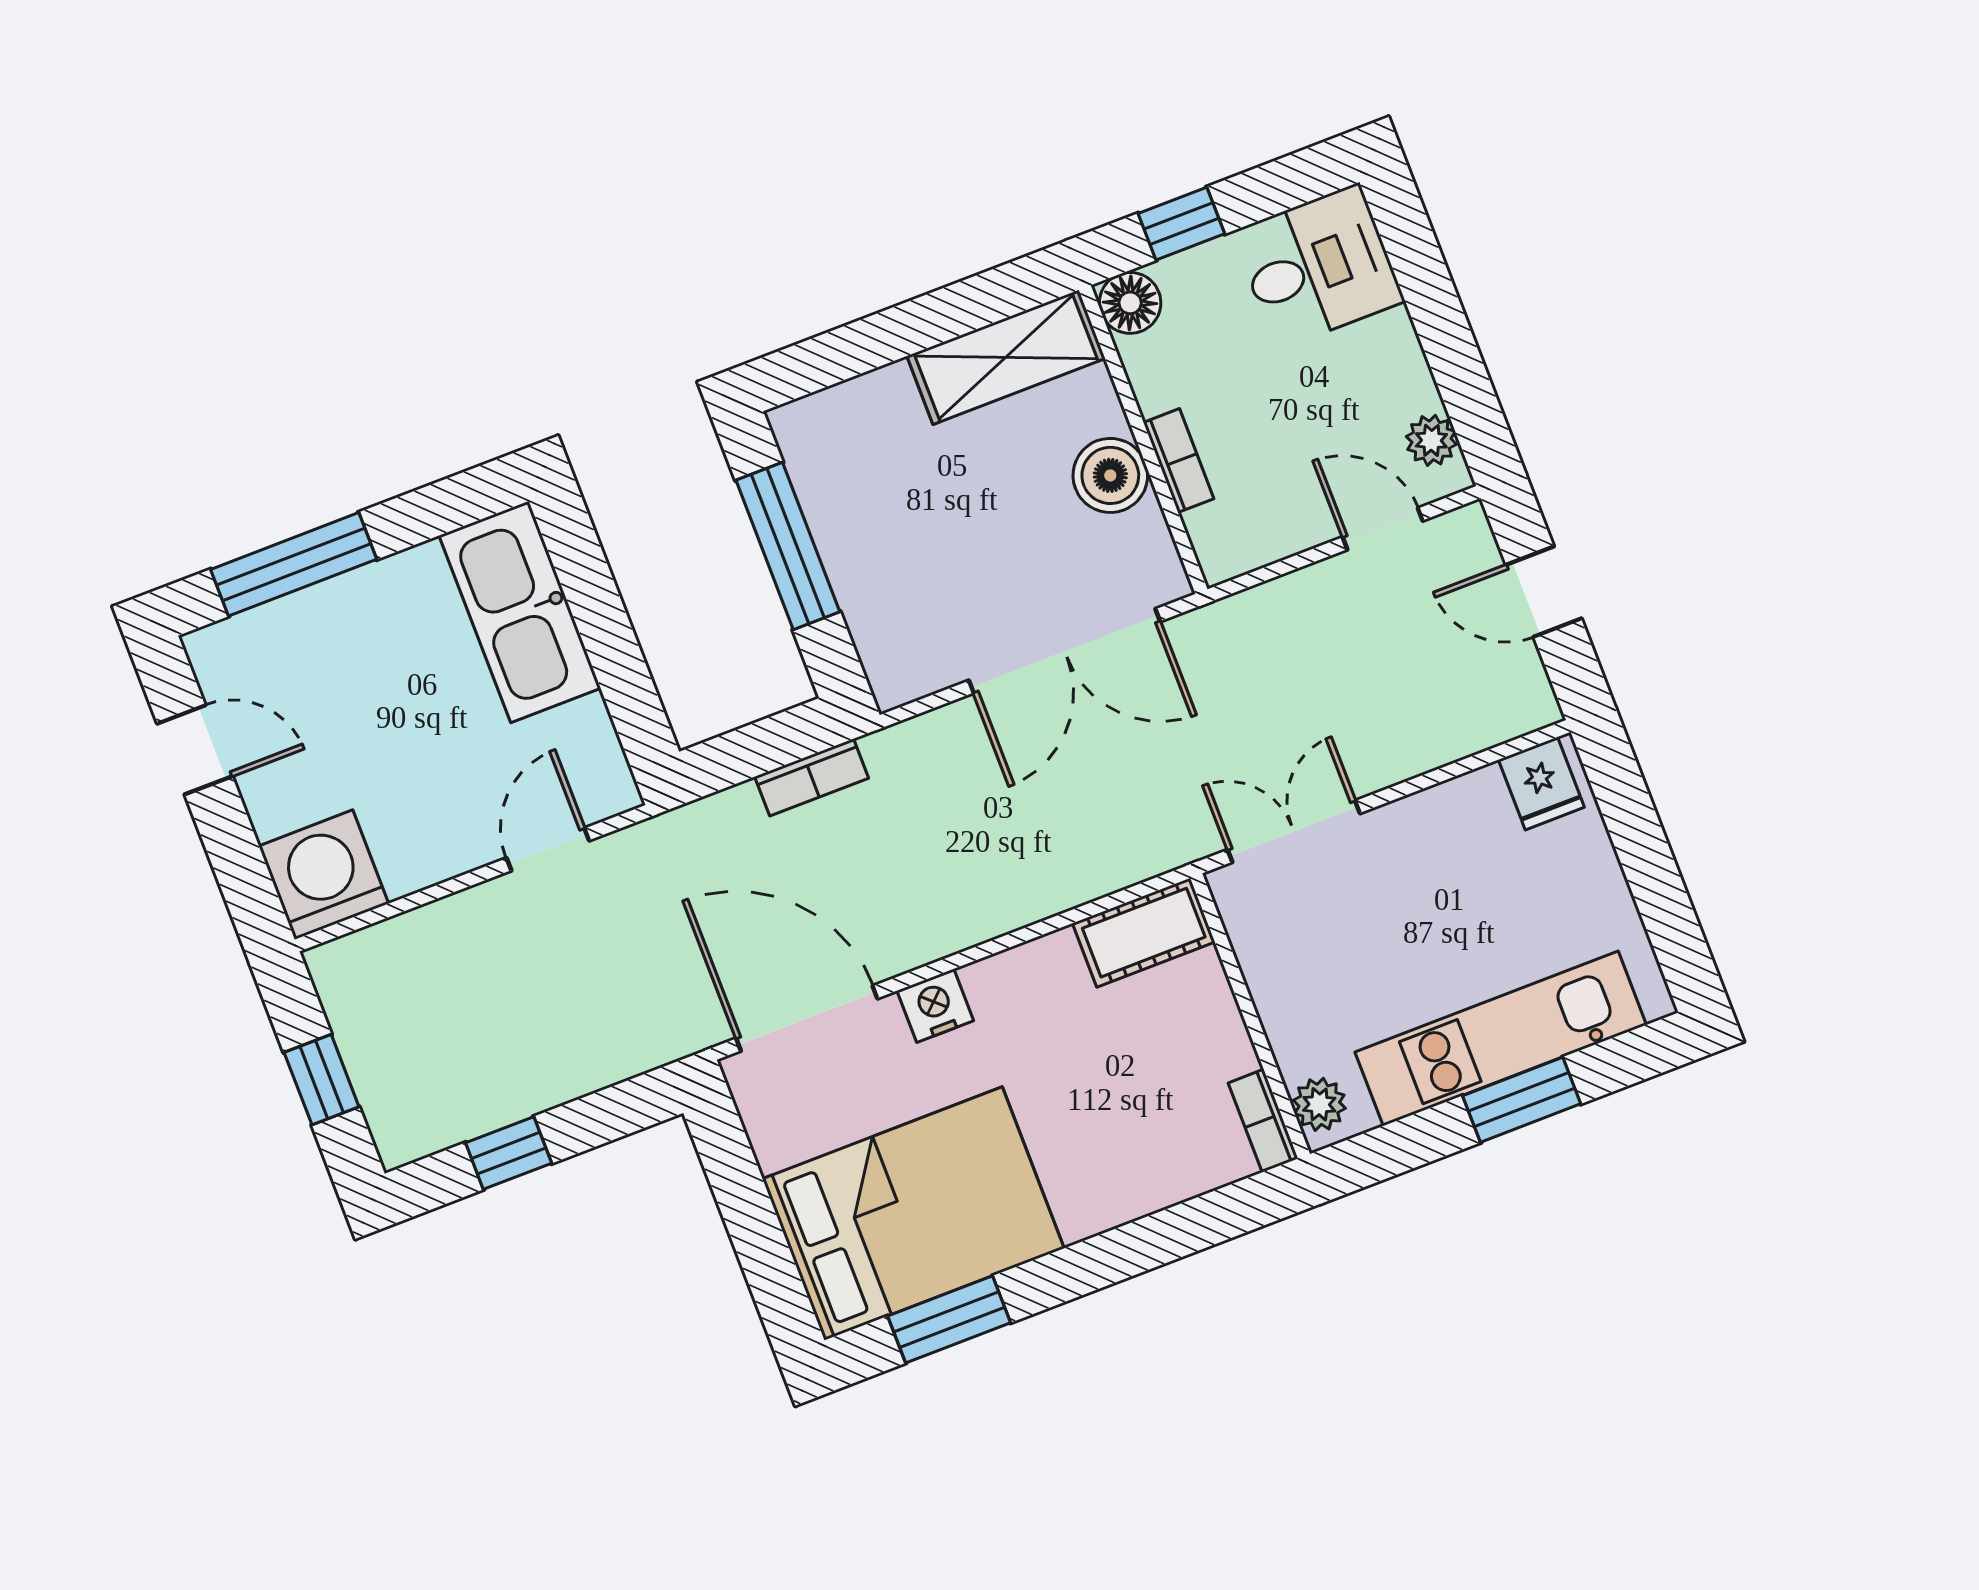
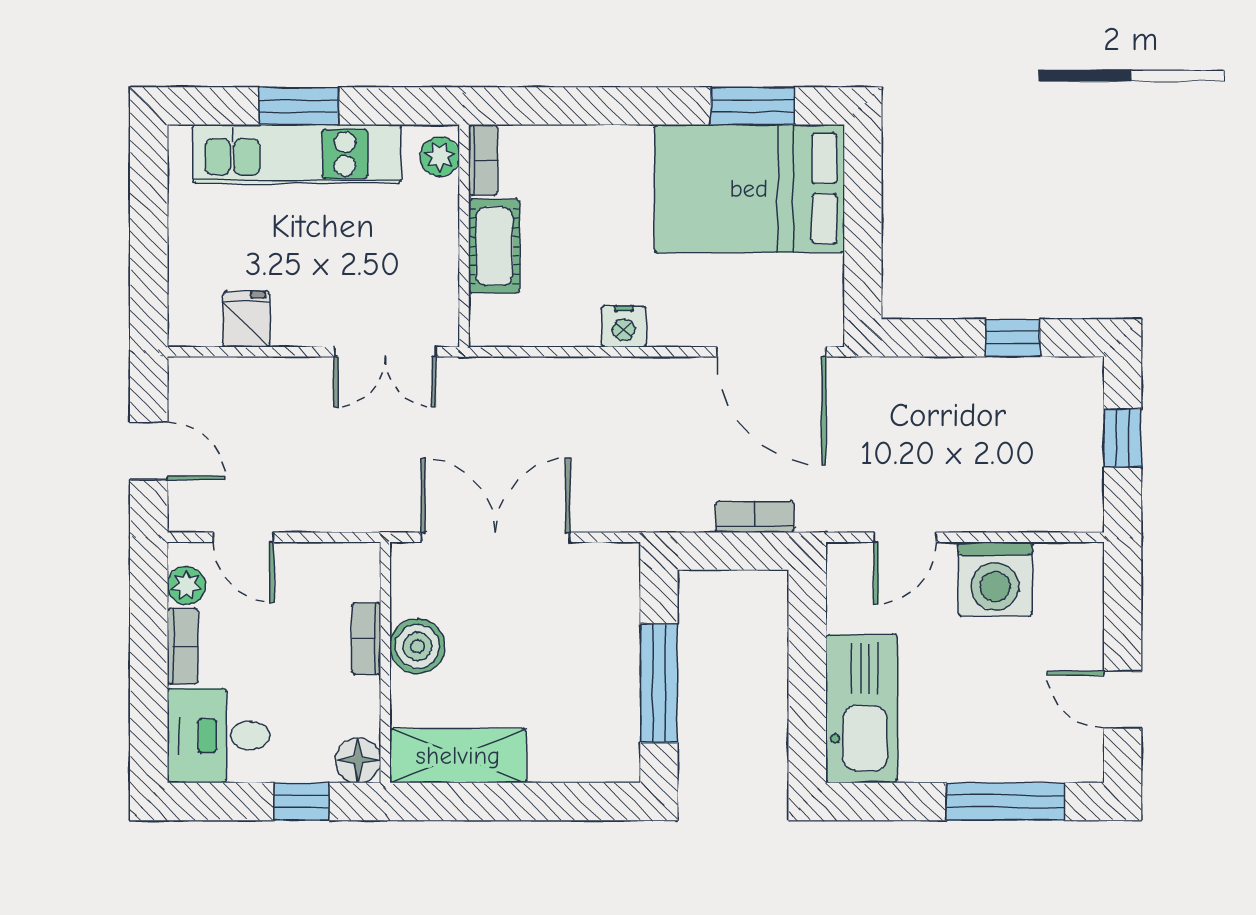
bookcase: (1407, 362) -> (183, 646), added
bookcase: (812, 777) -> (755, 517), moved
fridge: (1541, 783) -> (246, 319), moved
washing machine: (324, 875) -> (995, 579), moved
cot: (1144, 933) -> (494, 246), moved, turned 90
nightstand: (935, 1006) -> (624, 326), moved

